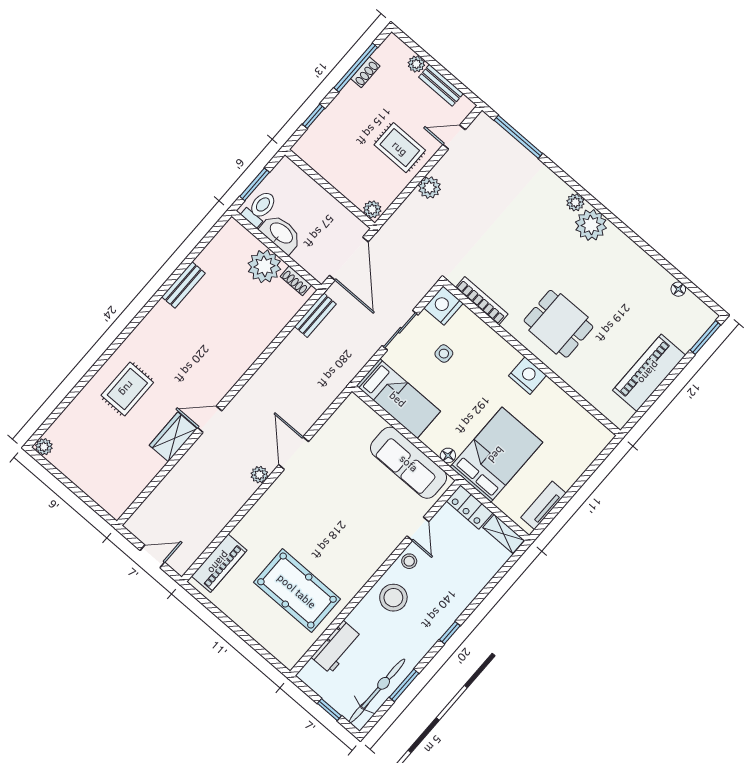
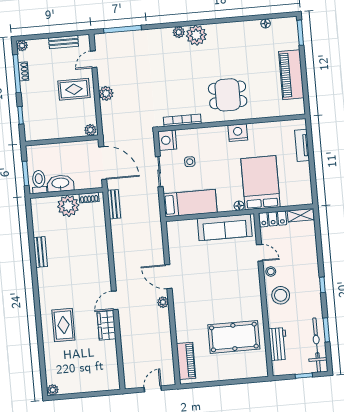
plant: (416, 64) -> (22, 46), moved
tv unit: (543, 505) -> (302, 145), moved

